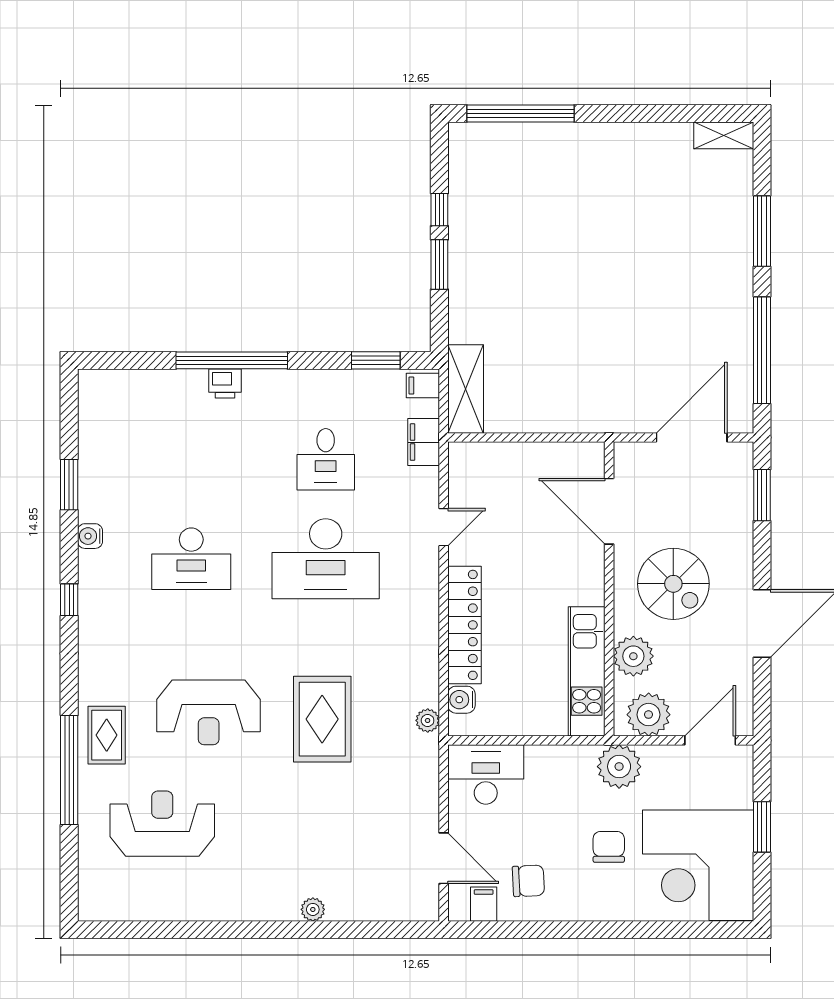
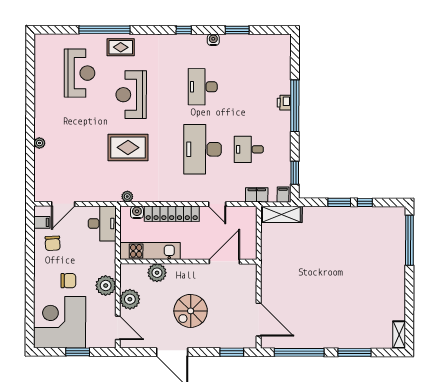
door: (609, 511) -> (224, 262), moved
wall: (609, 589) -> (188, 261), moved
plant: (633, 656) -> (157, 273), moved
kitchen unit: (587, 671) -> (150, 251), moved

